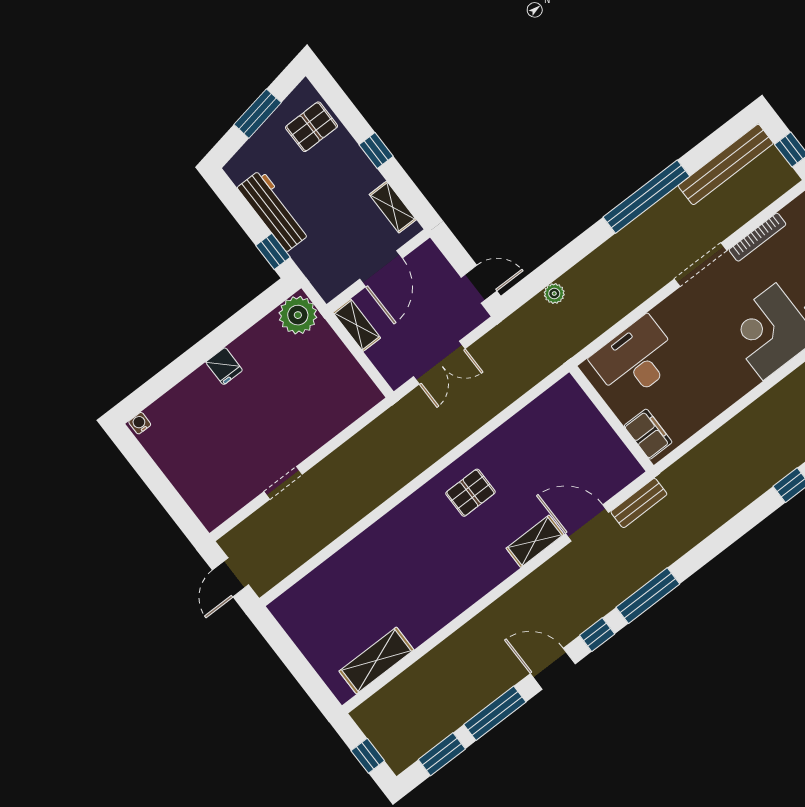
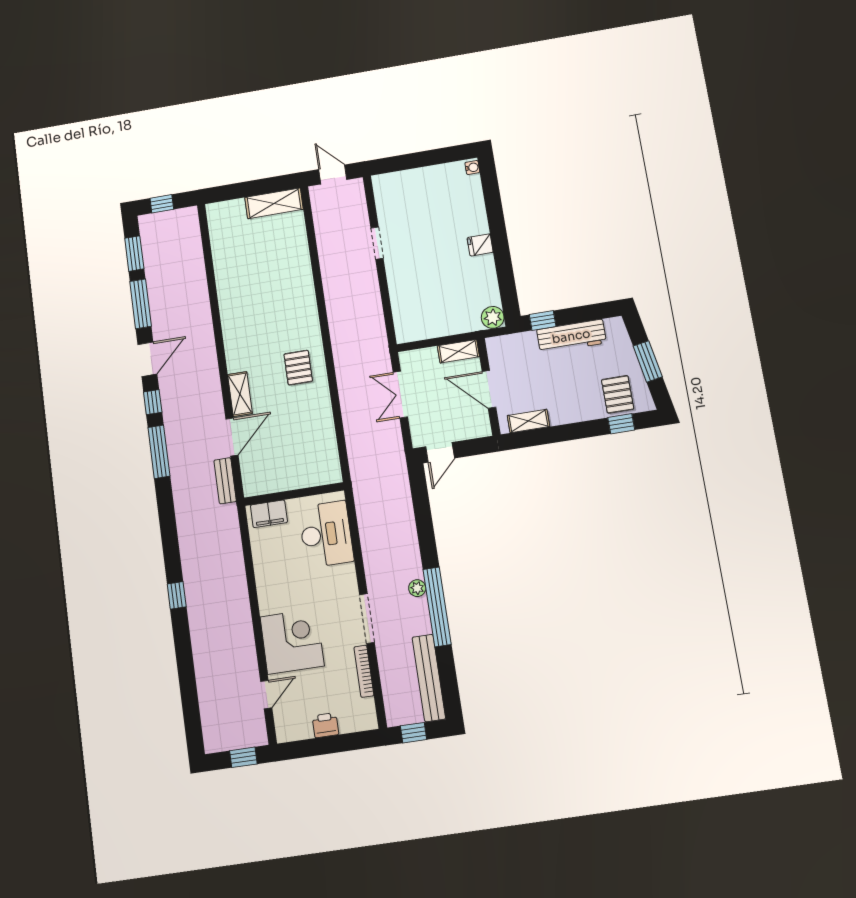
window: (376, 151) -> (621, 424), moved
plant: (554, 294) -> (417, 588), moved
plant: (298, 315) -> (493, 317), width x0.73, depth x0.73
shelving: (376, 660) -> (274, 203), moved, turned 90

